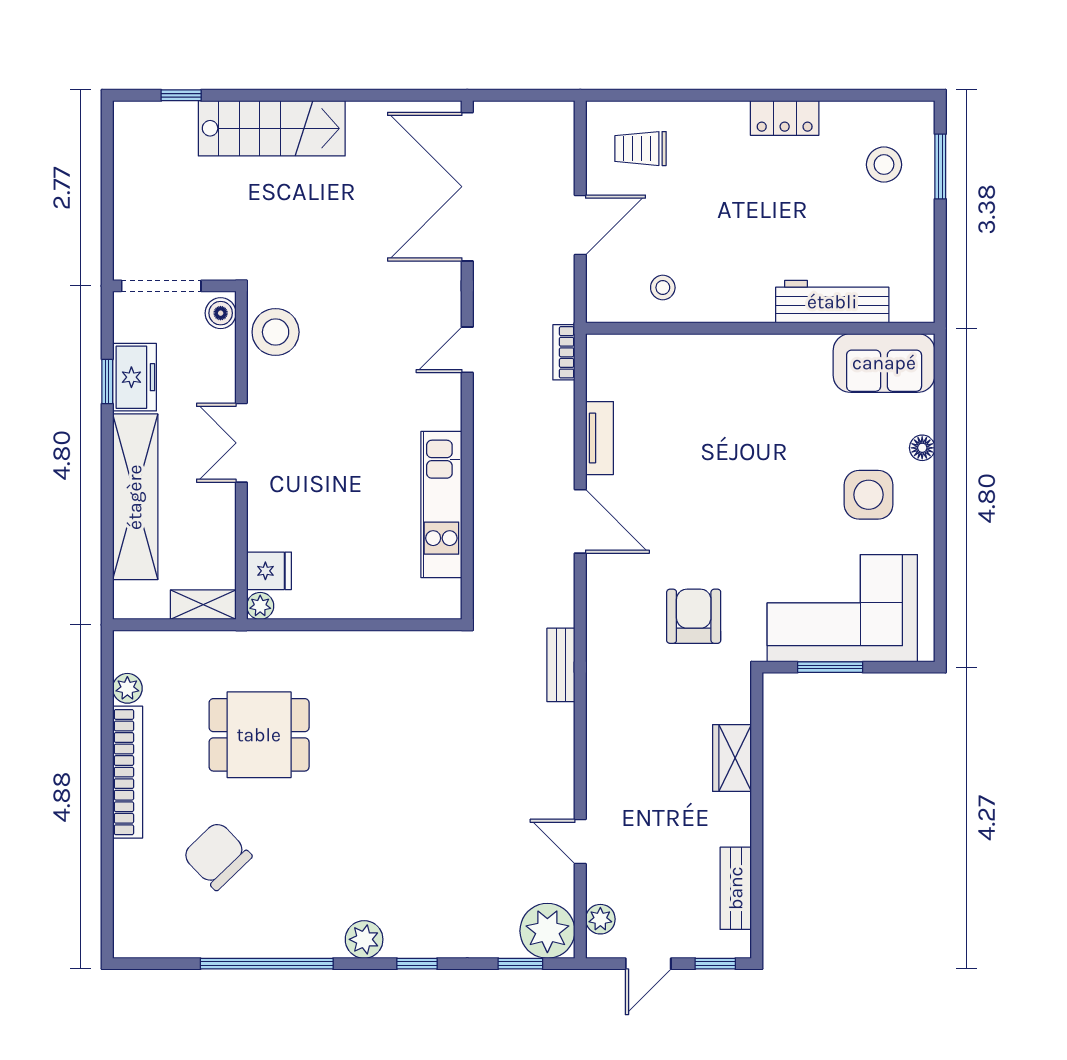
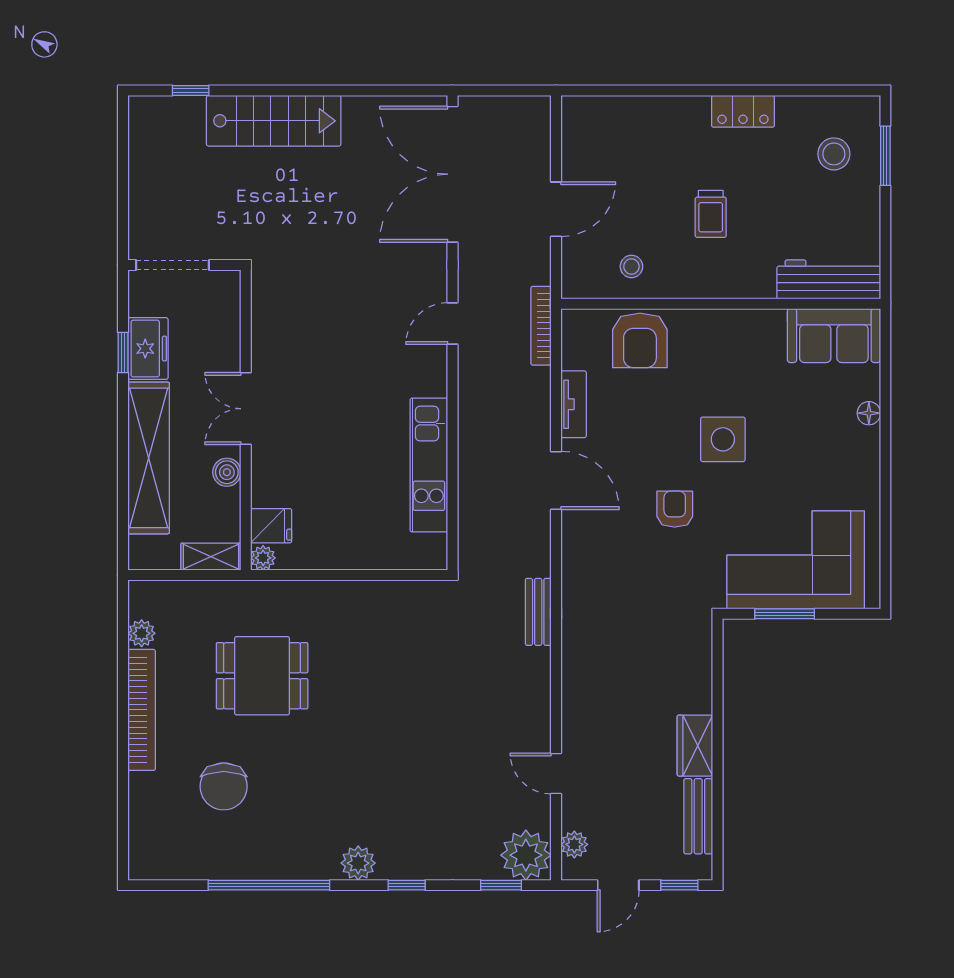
trolley: (640, 149) -> (711, 214), moved, turned -90
workbench: (832, 302) -> (829, 279), moved
boiler: (221, 313) -> (227, 472), moved
stool: (276, 332) -> (277, 307), removed
bookcase: (564, 352) -> (541, 326), width x1.56
armchair: (672, 368) -> (640, 340), added
side table: (869, 495) -> (723, 439), moved
armchair: (694, 616) -> (675, 509), moved, width x0.72, depth x0.72
wardrobe: (732, 758) -> (695, 746), moved
chair: (217, 856) -> (224, 786), turned -136

